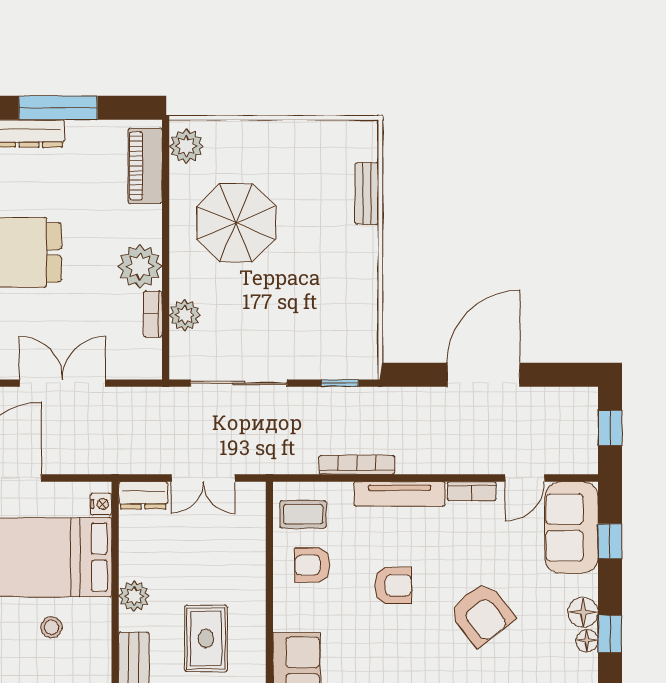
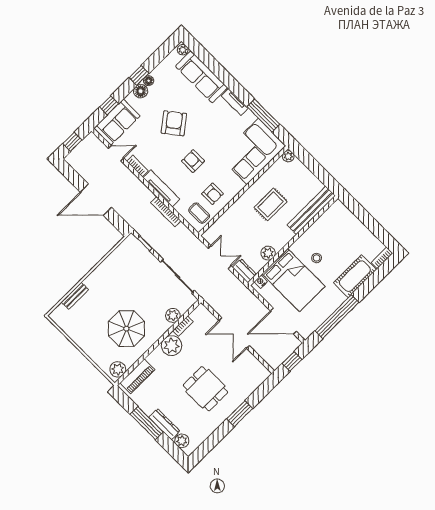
plant: (134, 596) -> (268, 253), moved

